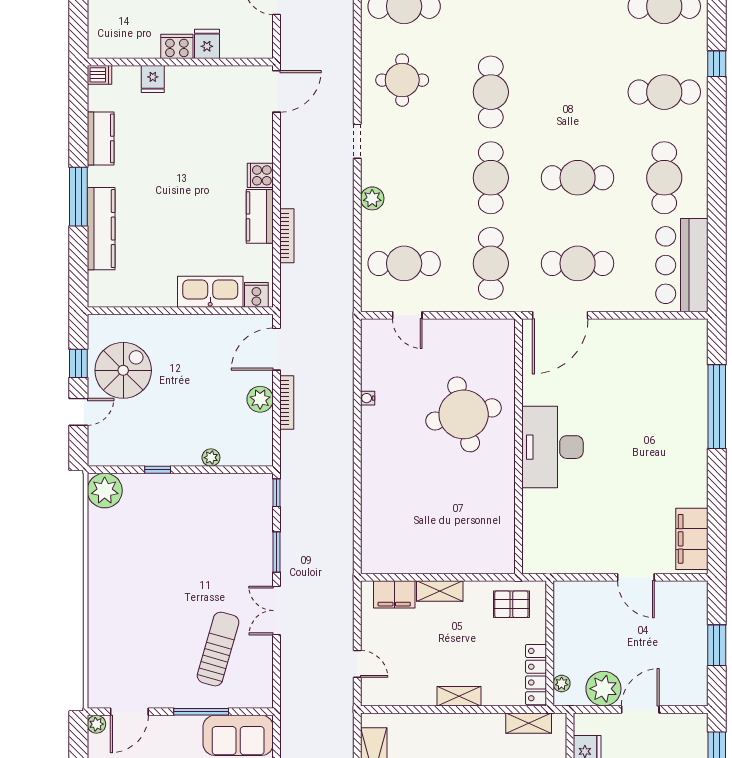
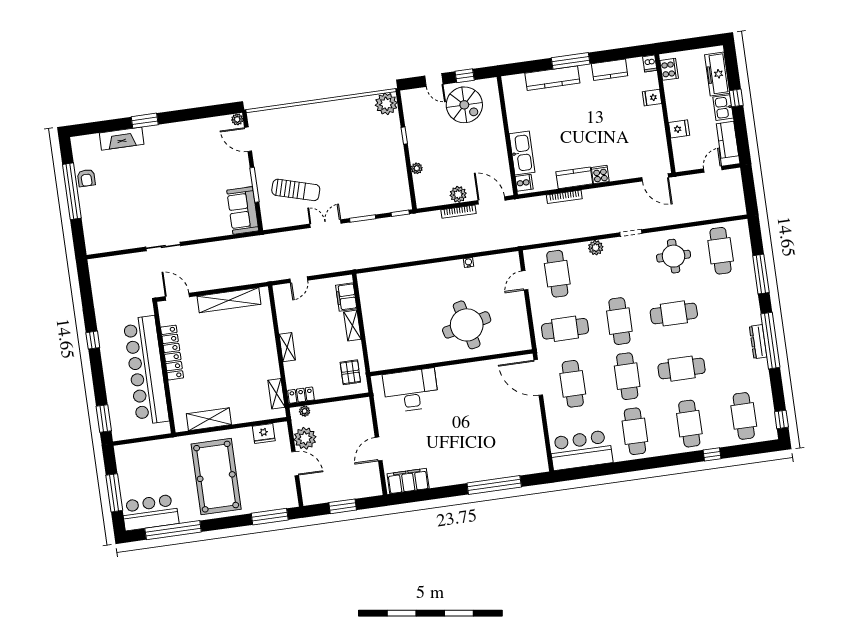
cooker: (177, 46) -> (669, 69), moved
cafe table: (578, 92) -> (682, 369), added
cafe table: (491, 178) -> (619, 321), turned 90
cafe table: (664, 178) -> (635, 431), turned 90
desk: (552, 447) -> (411, 390), moved
locker: (536, 675) -> (301, 395), width x0.66

